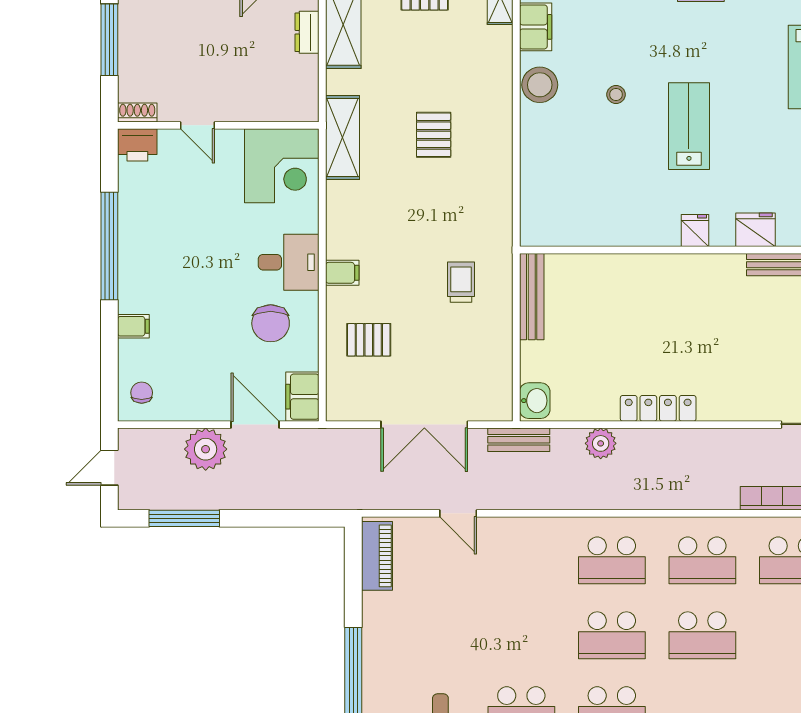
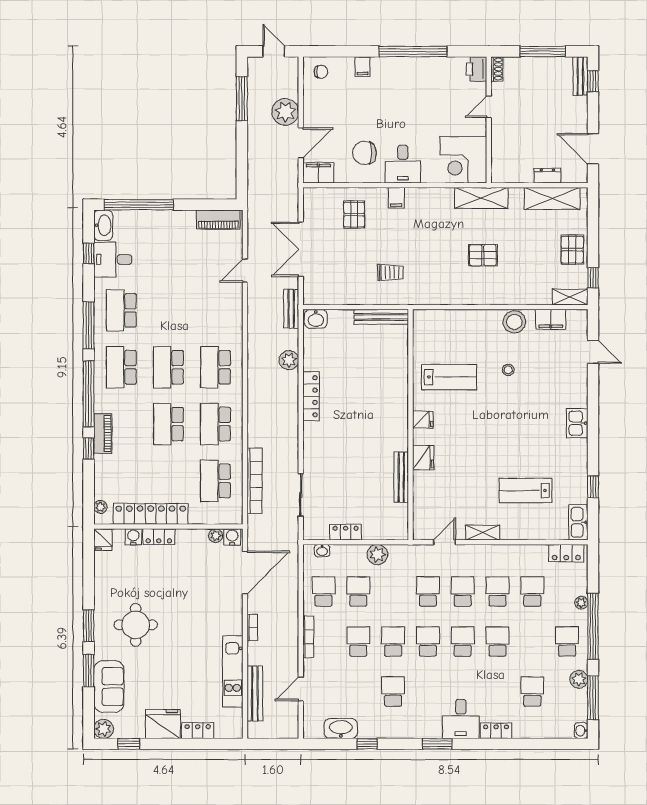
lab bench: (689, 126) -> (449, 377), moved

